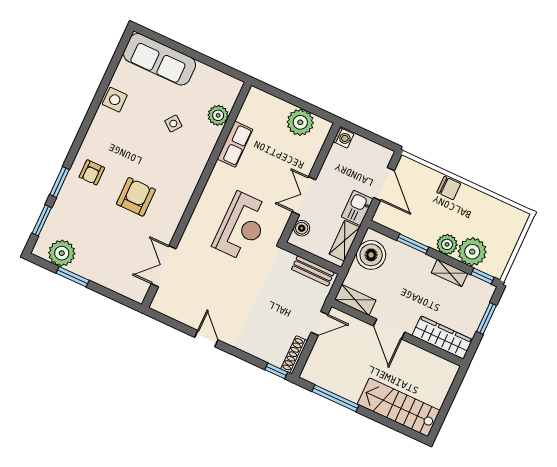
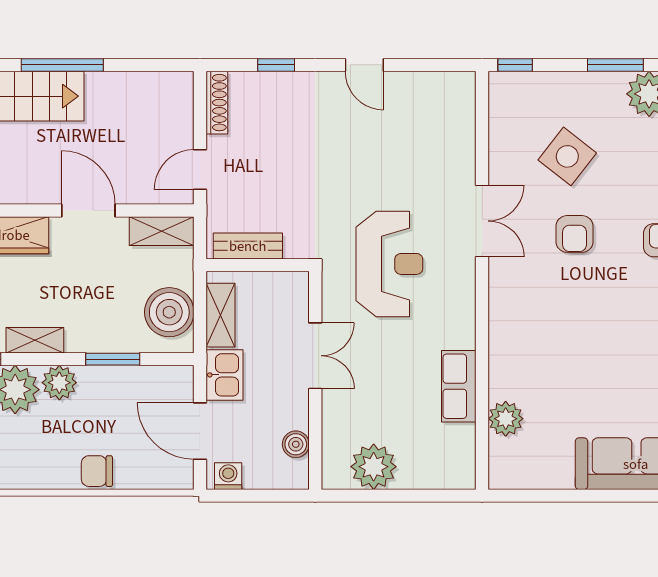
side table: (173, 124) -> (567, 156), moved, width x1.87, depth x1.87
washing machine: (343, 138) -> (228, 476), moved, turned 90
armchair: (136, 197) -> (575, 234), width x0.72, depth x0.72
reception desk: (242, 226) -> (389, 264), turned 180
boiler: (302, 228) -> (296, 444), moved
double door: (164, 266) -> (482, 221), moved
window: (126, 301) -> (515, 65), added
window: (276, 371) -> (276, 65), moved
window: (335, 398) -> (62, 65), moved

